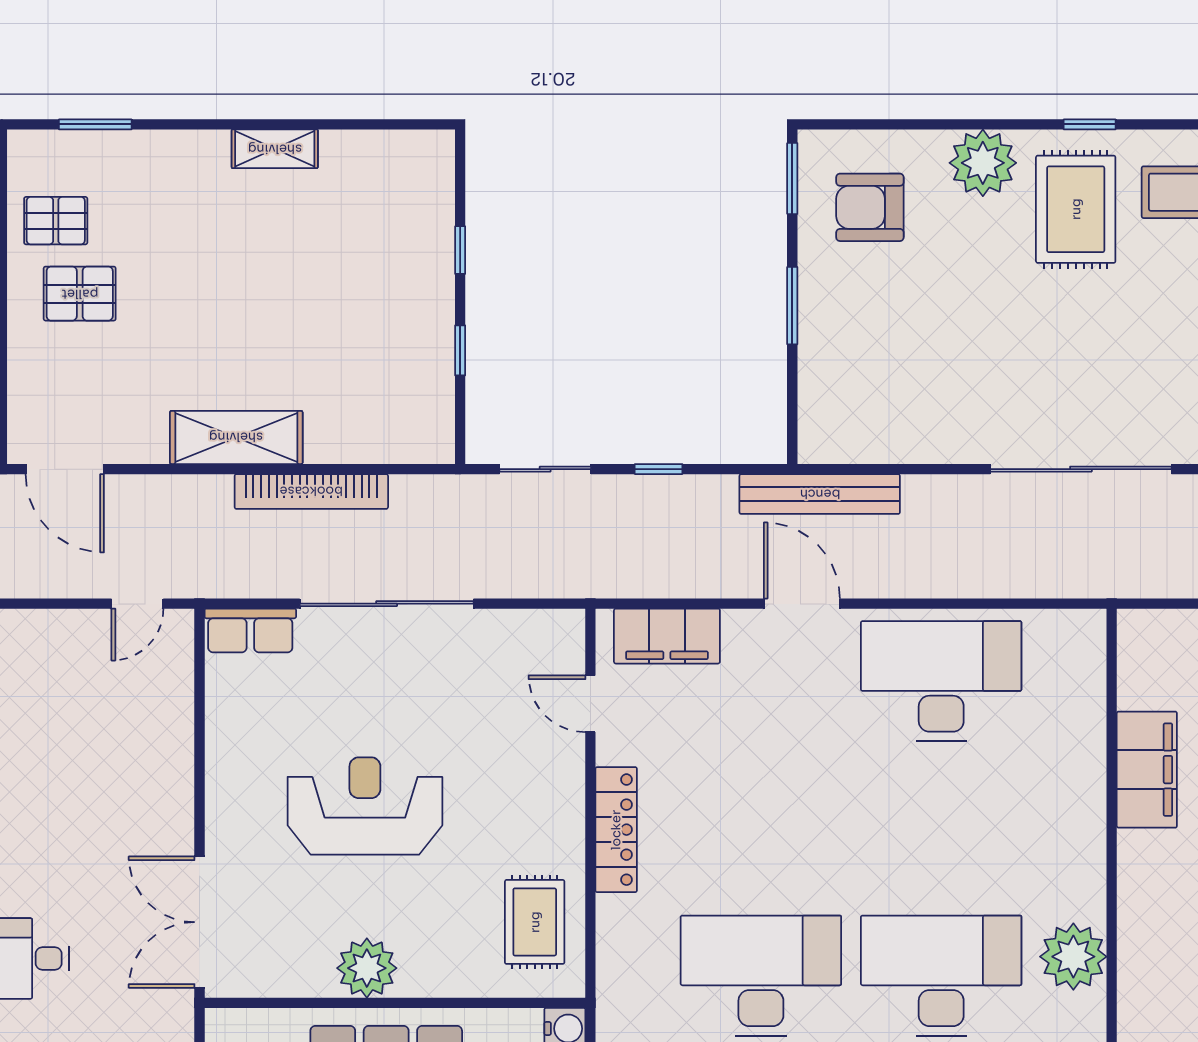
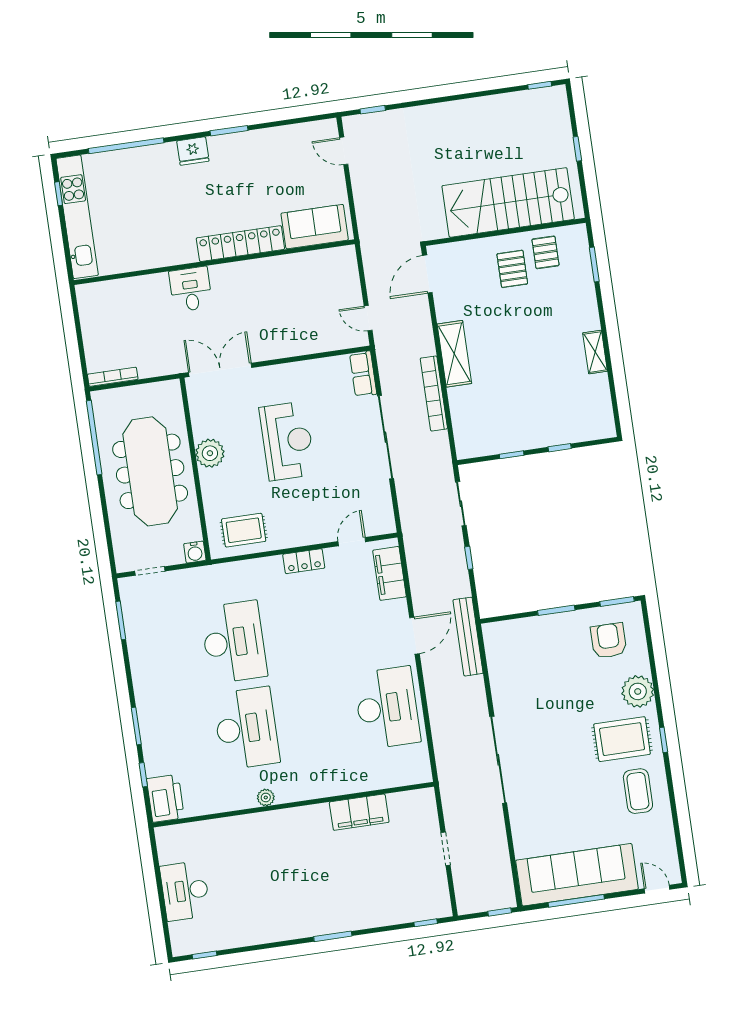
locker: (616, 830) -> (304, 561), width x0.66
plant: (1073, 957) -> (266, 797), width x0.53, depth x0.53

